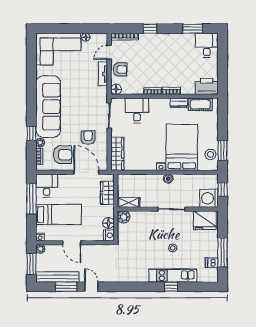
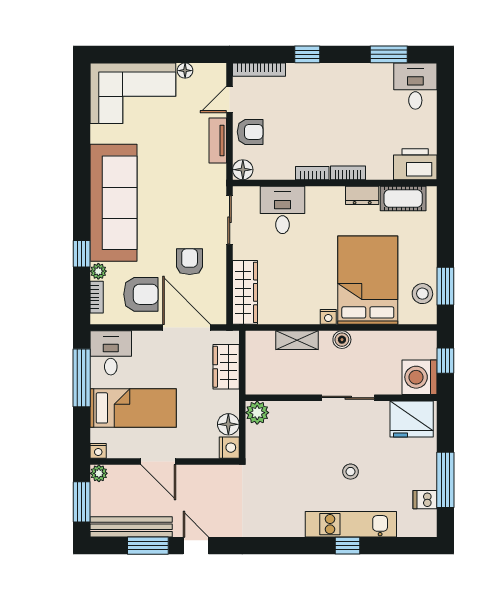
shelving: (129, 202) -> (297, 340), moved

